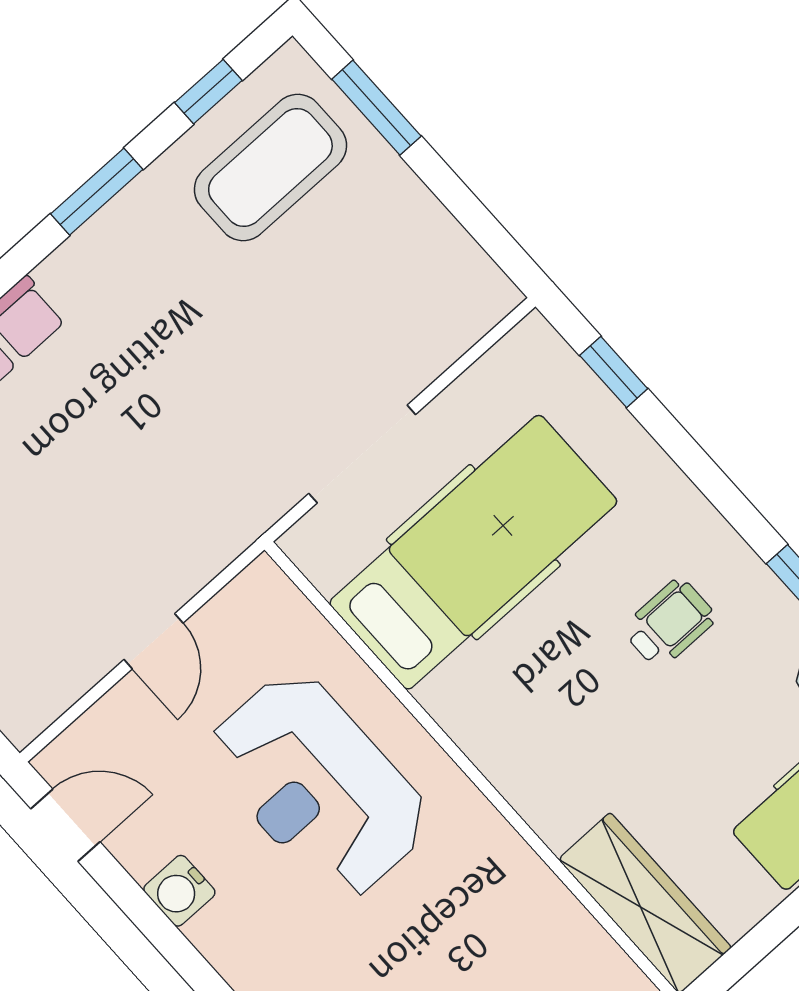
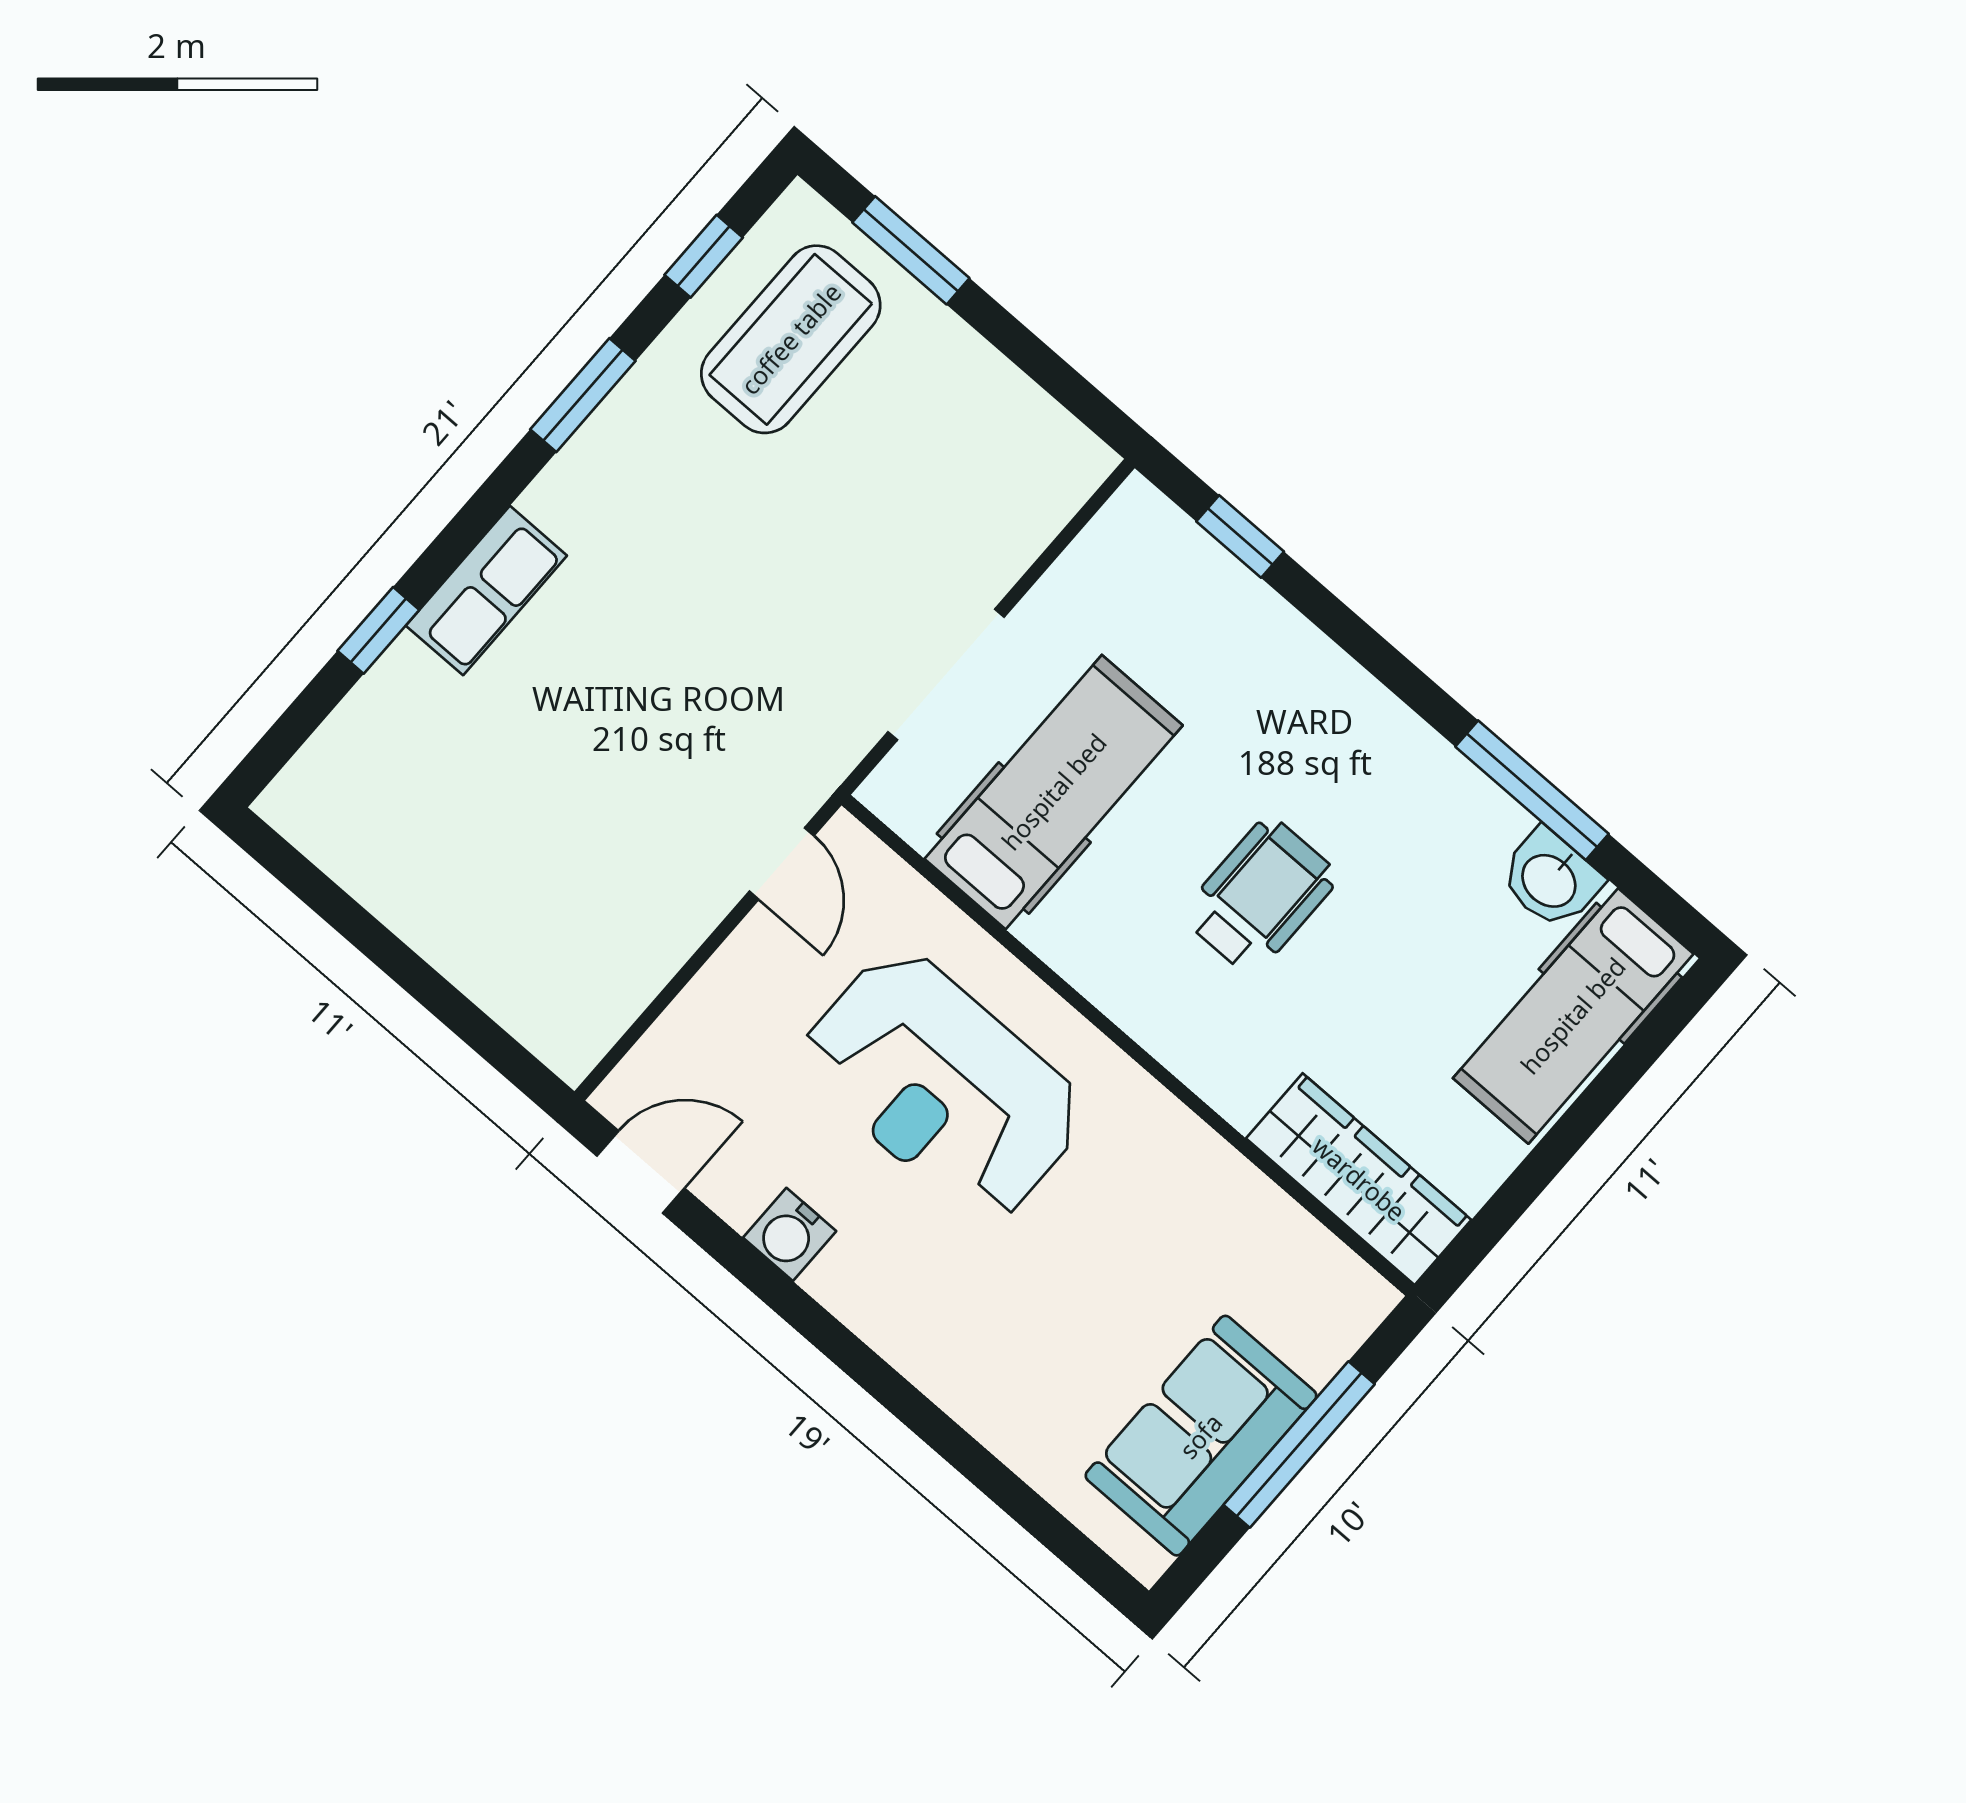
hospital bed: (473, 552) -> (1054, 792), width x0.73, depth x0.78
wheelchair: (669, 623) -> (1260, 896), moved, width x1.36, depth x1.37
door: (153, 641) -> (782, 864), moved

